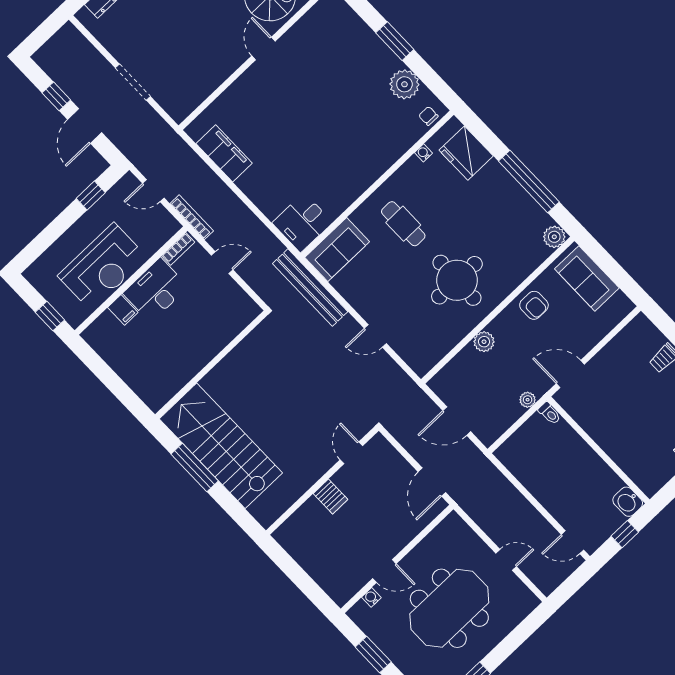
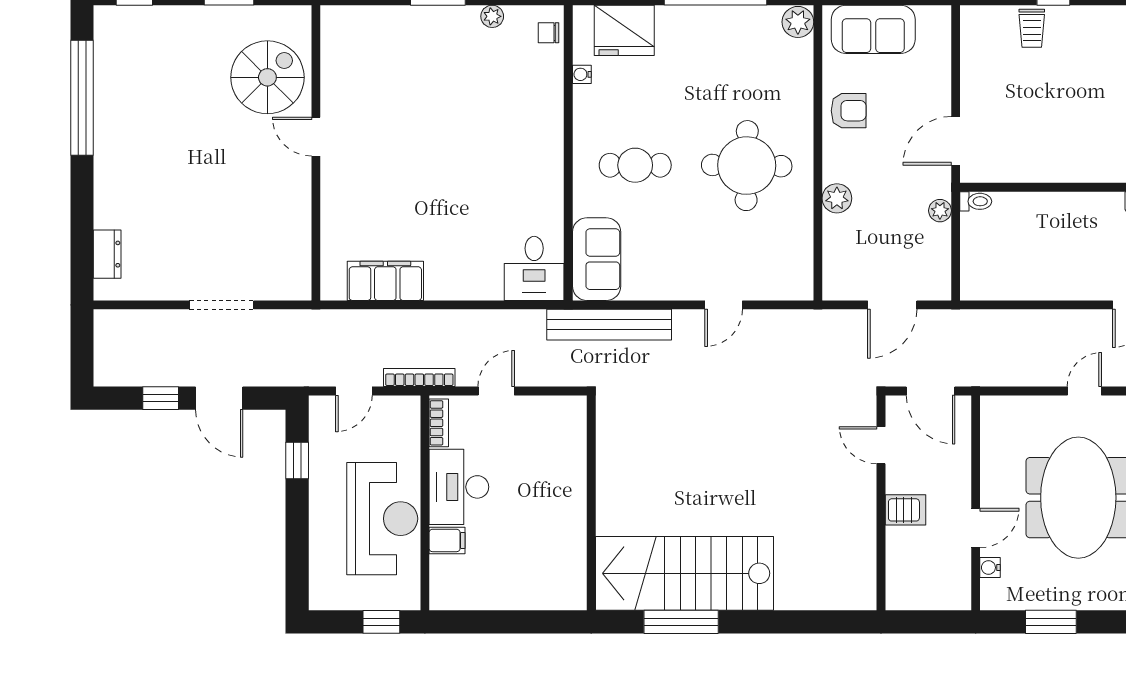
plant: (404, 84) -> (492, 16), width x0.53, depth x0.53
door: (351, 453) -> (881, 445), moved
wall: (322, 481) -> (881, 503), moved
server rack: (331, 496) -> (906, 510), moved

